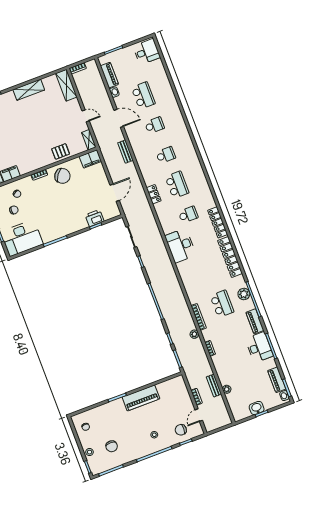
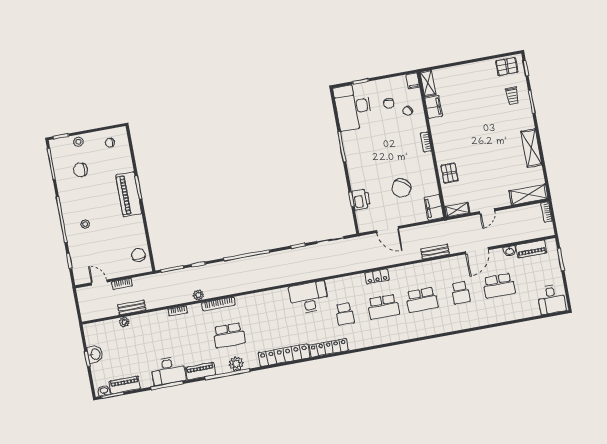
school desk: (166, 155) -> (422, 300), width x1.85
chair: (62, 176) -> (401, 188), moved
piano: (141, 398) -> (129, 194), moved
chair: (181, 430) -> (138, 255), moved

